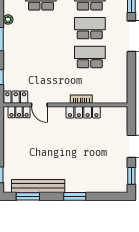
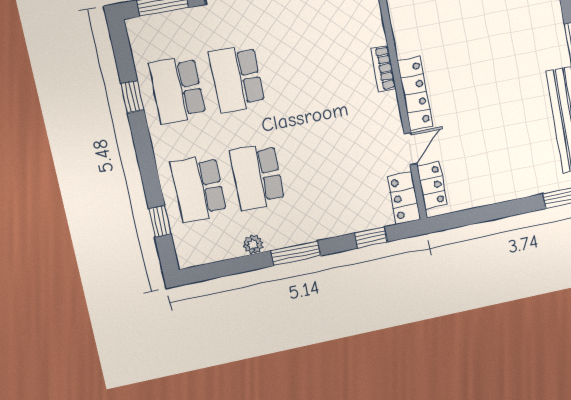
school desk: (90, 57) -> (257, 177), moved
locker: (83, 112) -> (415, 93), moved

